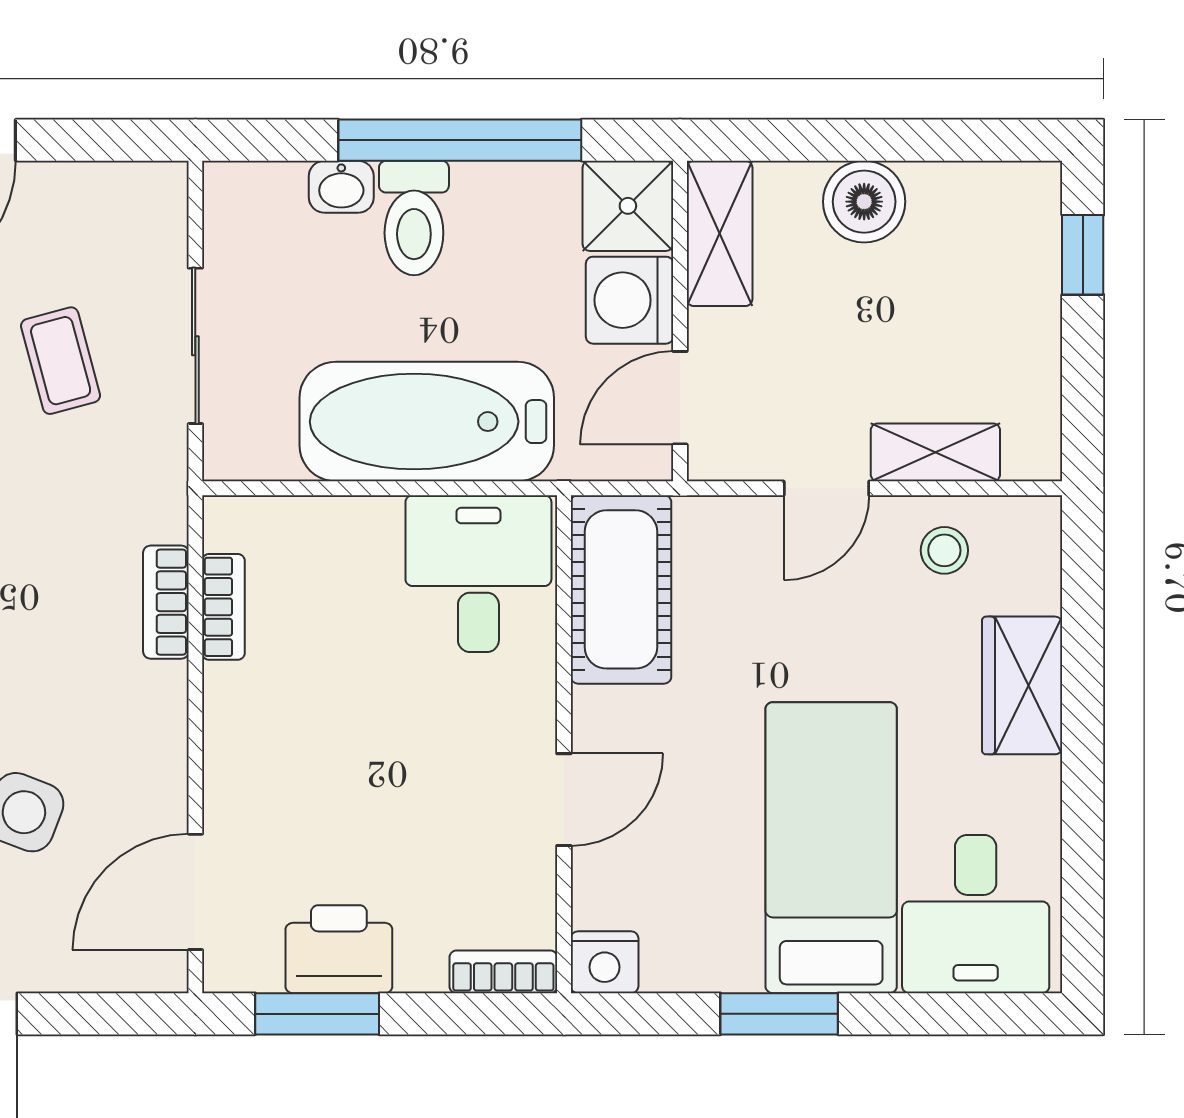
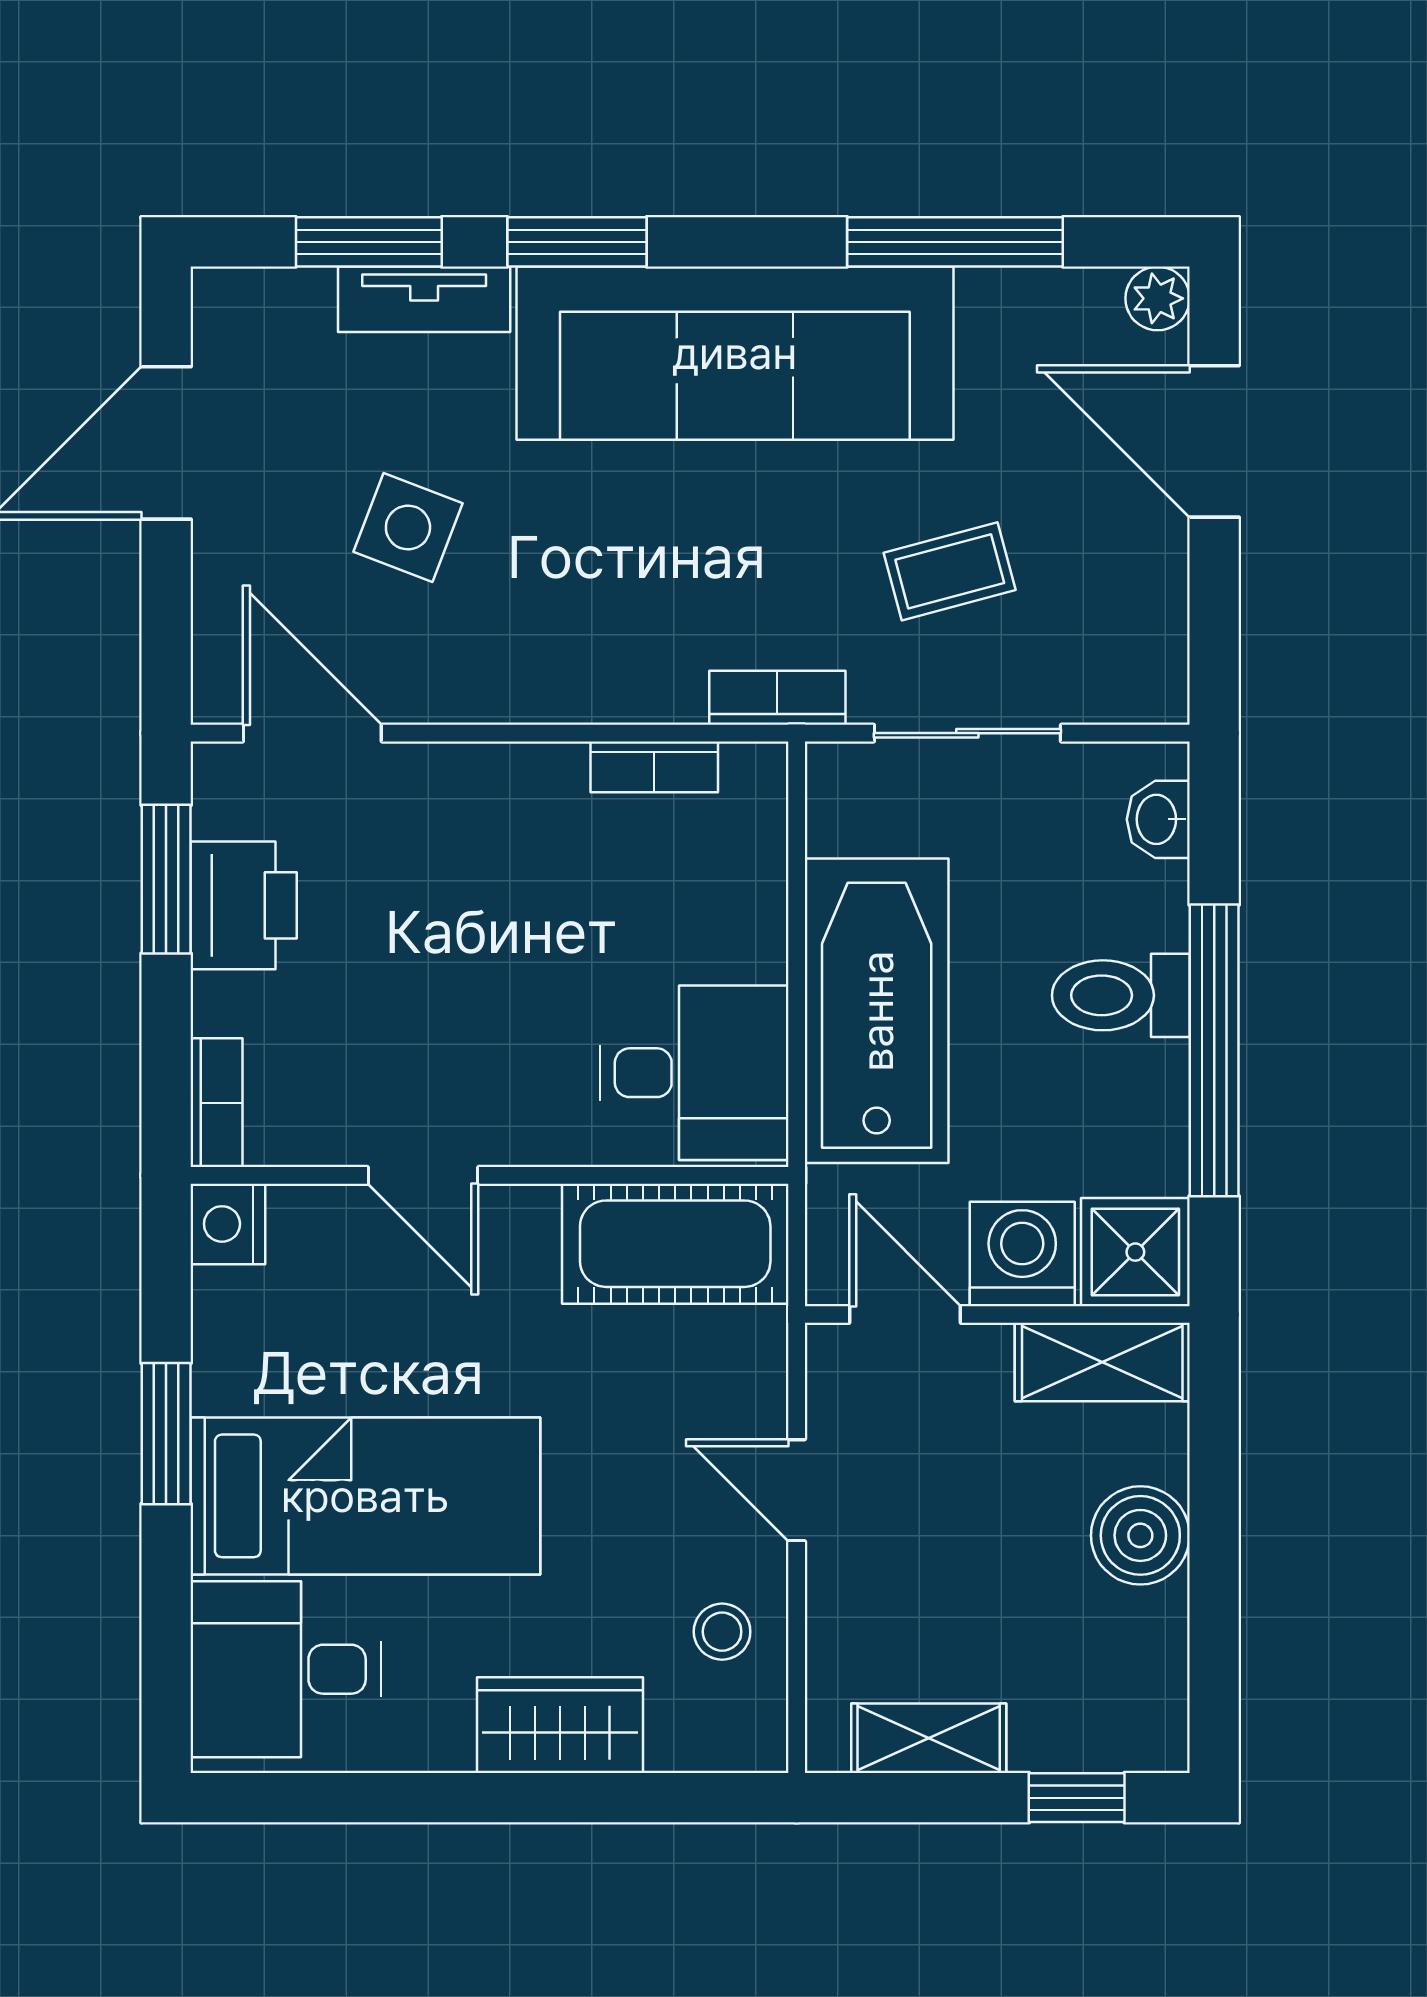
washbasin: (341, 187) -> (1158, 819), moved
shelving: (935, 452) -> (929, 1738), moved, turned 90
bookcase: (166, 602) -> (777, 698), moved

